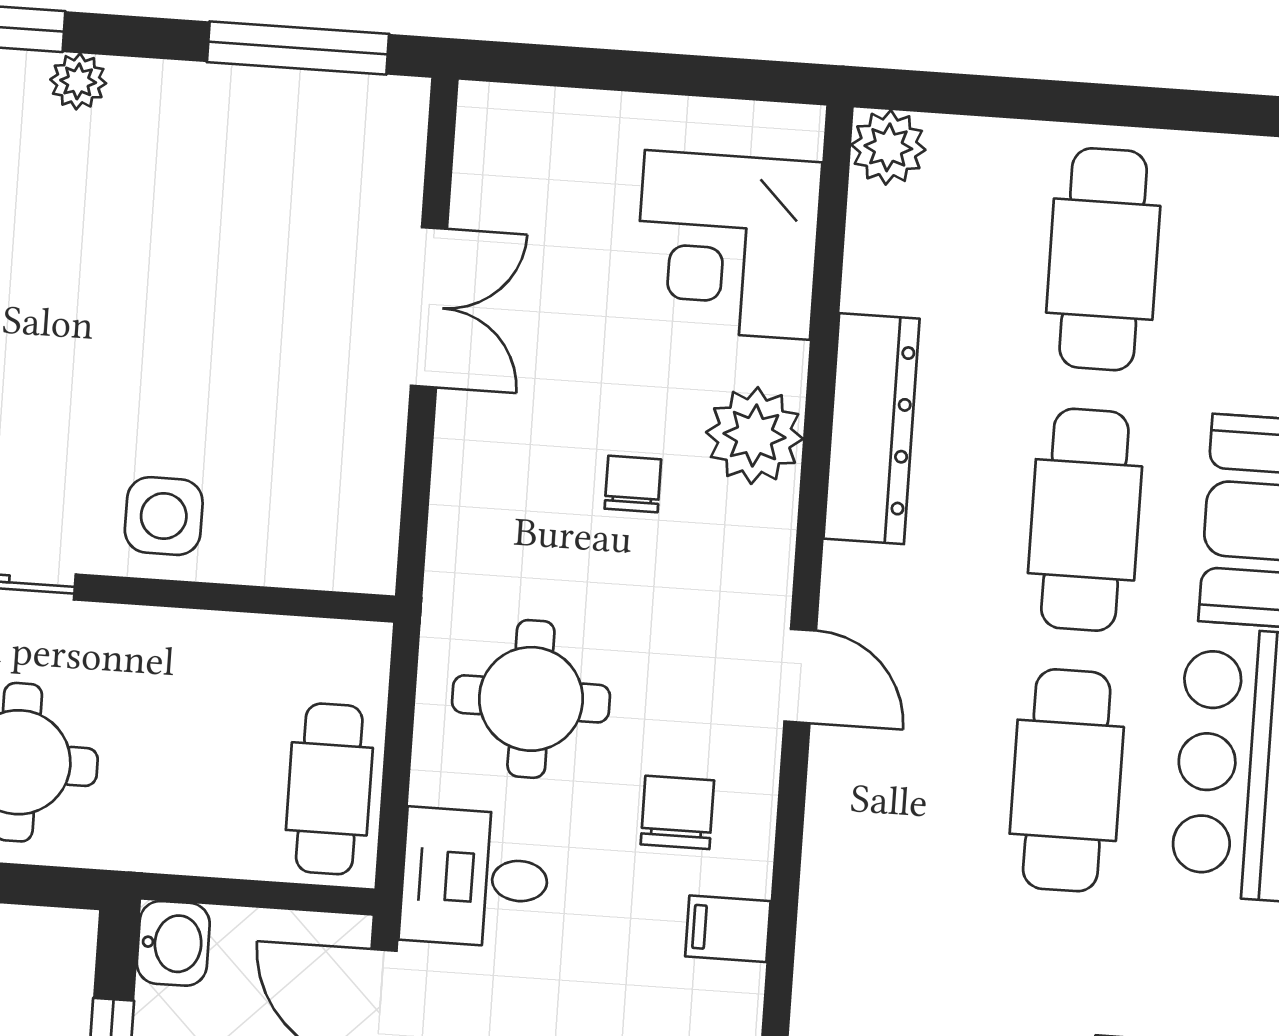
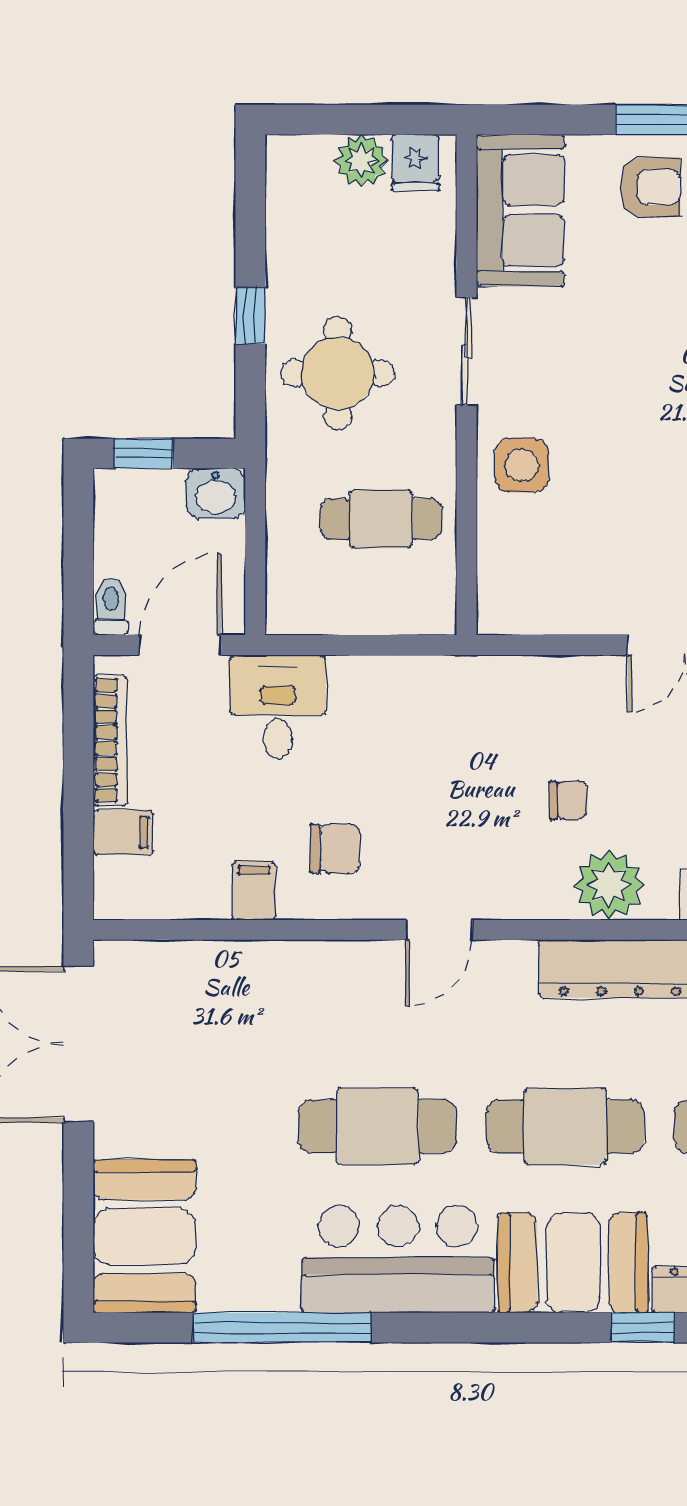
round table: (531, 699) -> (409, 738), removed
cafe table: (329, 789) -> (381, 519), moved

